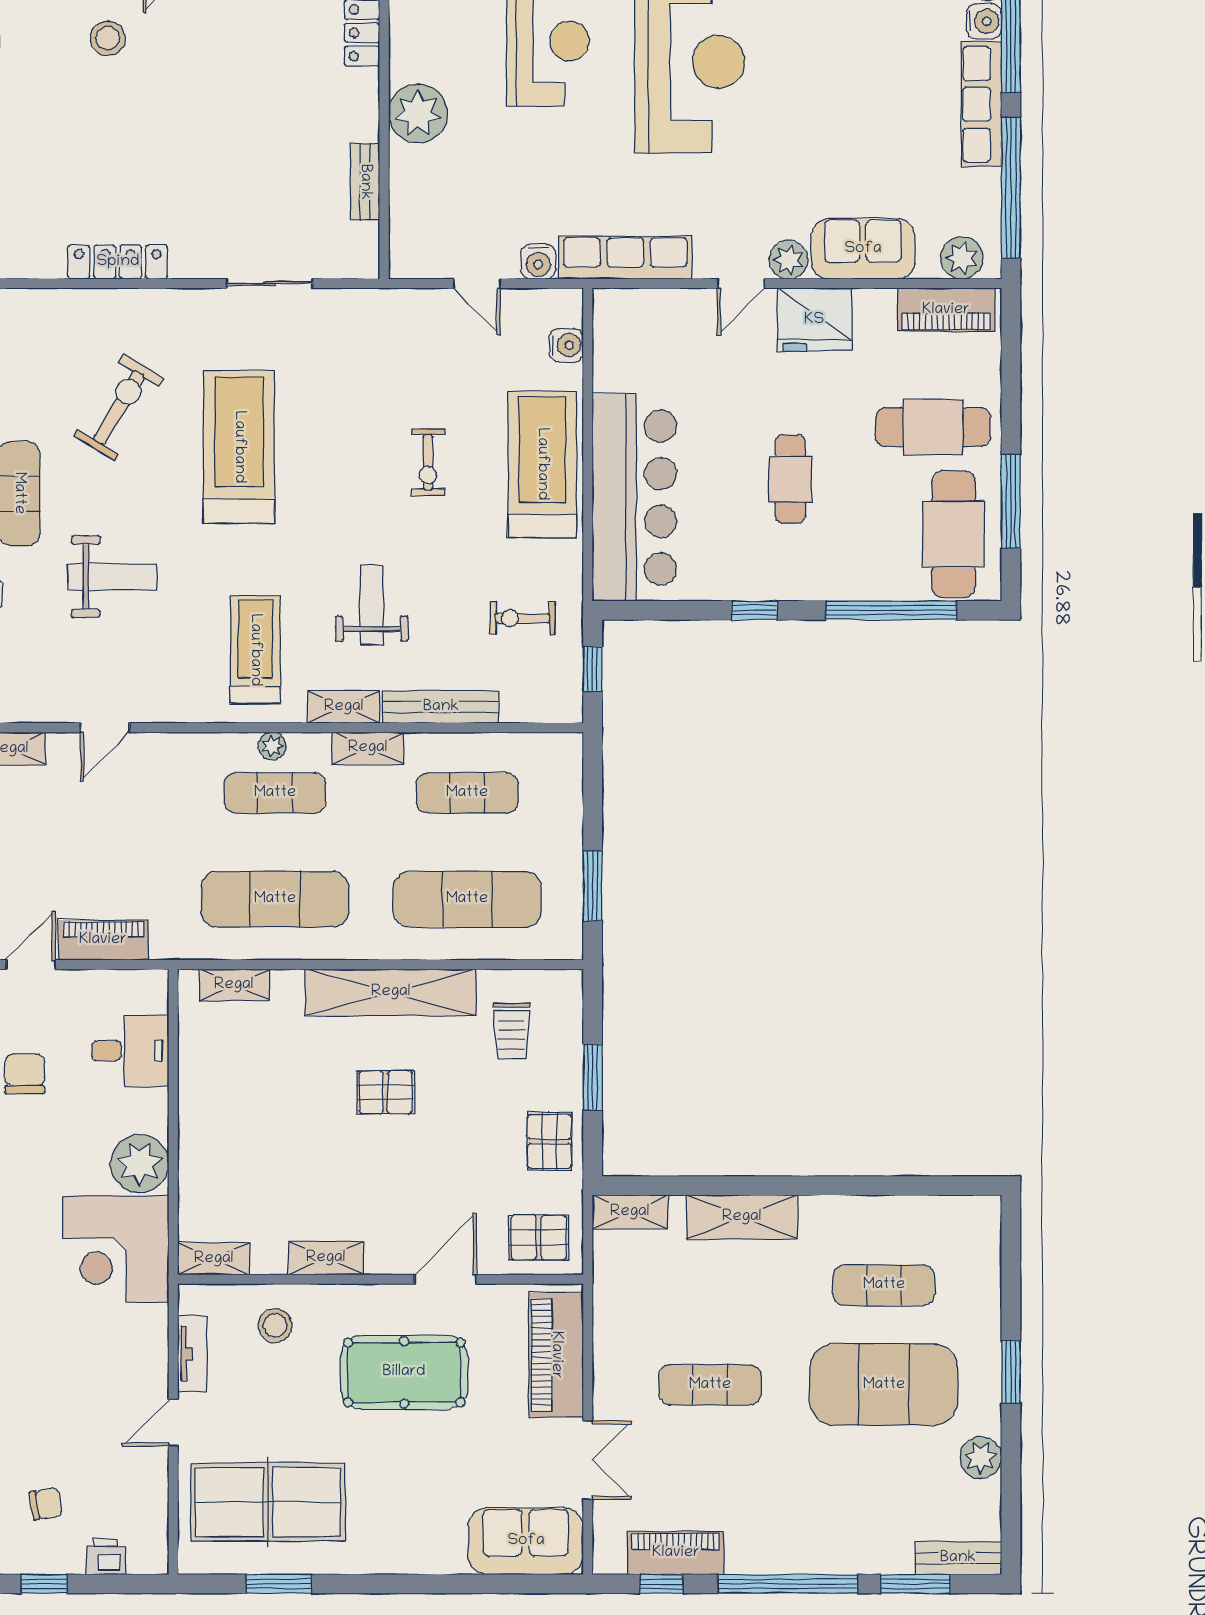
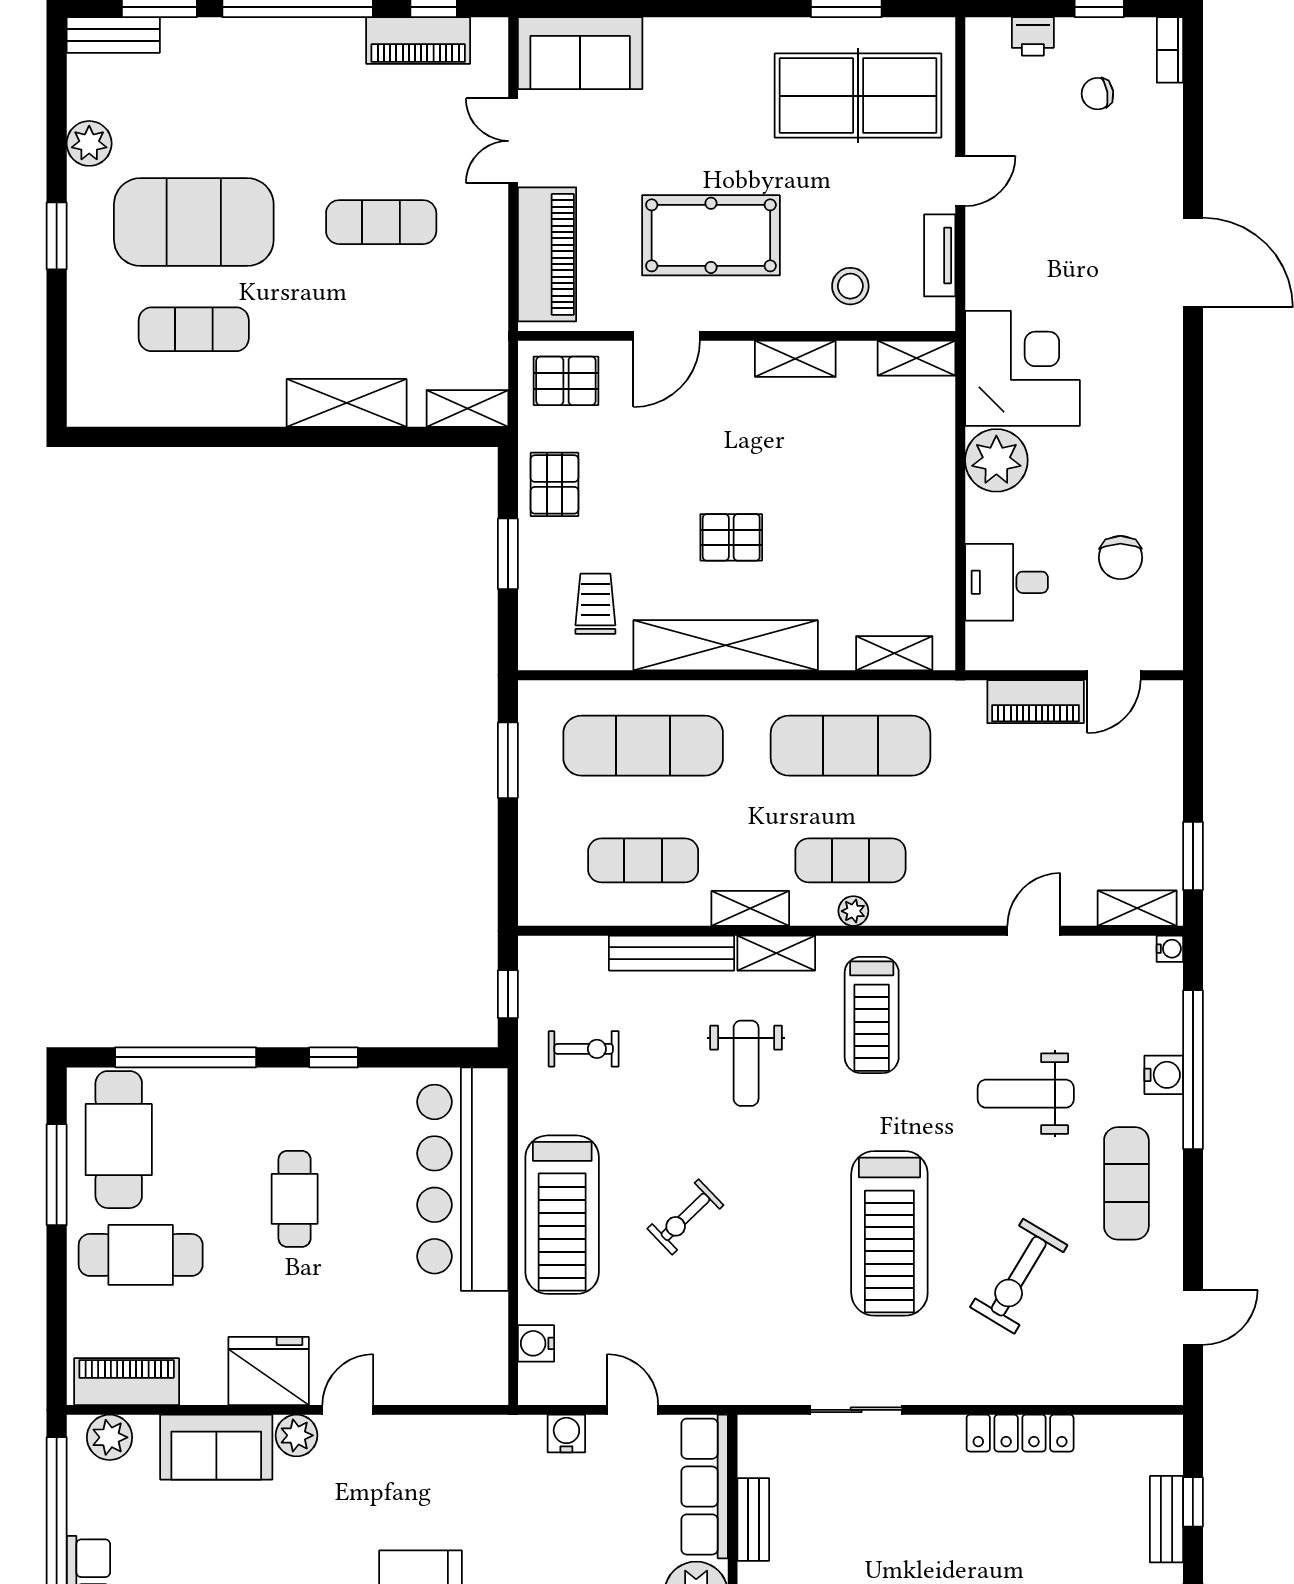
row of seats: (625, 258) -> (705, 1487), moved, turned 90
exercise bike: (428, 462) -> (685, 1217), turned -134

